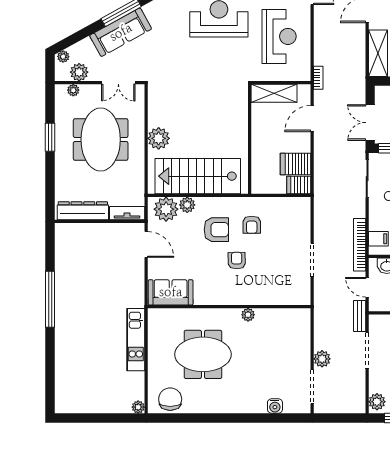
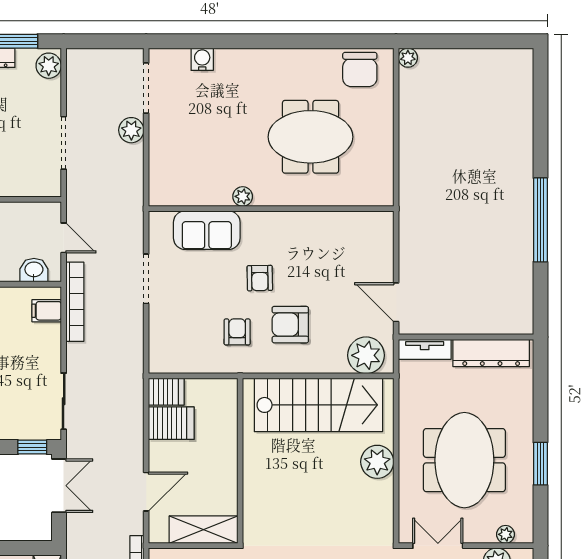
plant: (187, 205) -> (334, 362), removed
sofa: (171, 292) -> (207, 230), moved
bench: (360, 316) -> (75, 195), removed
kitchen unit: (136, 340) -> (412, 159), removed

